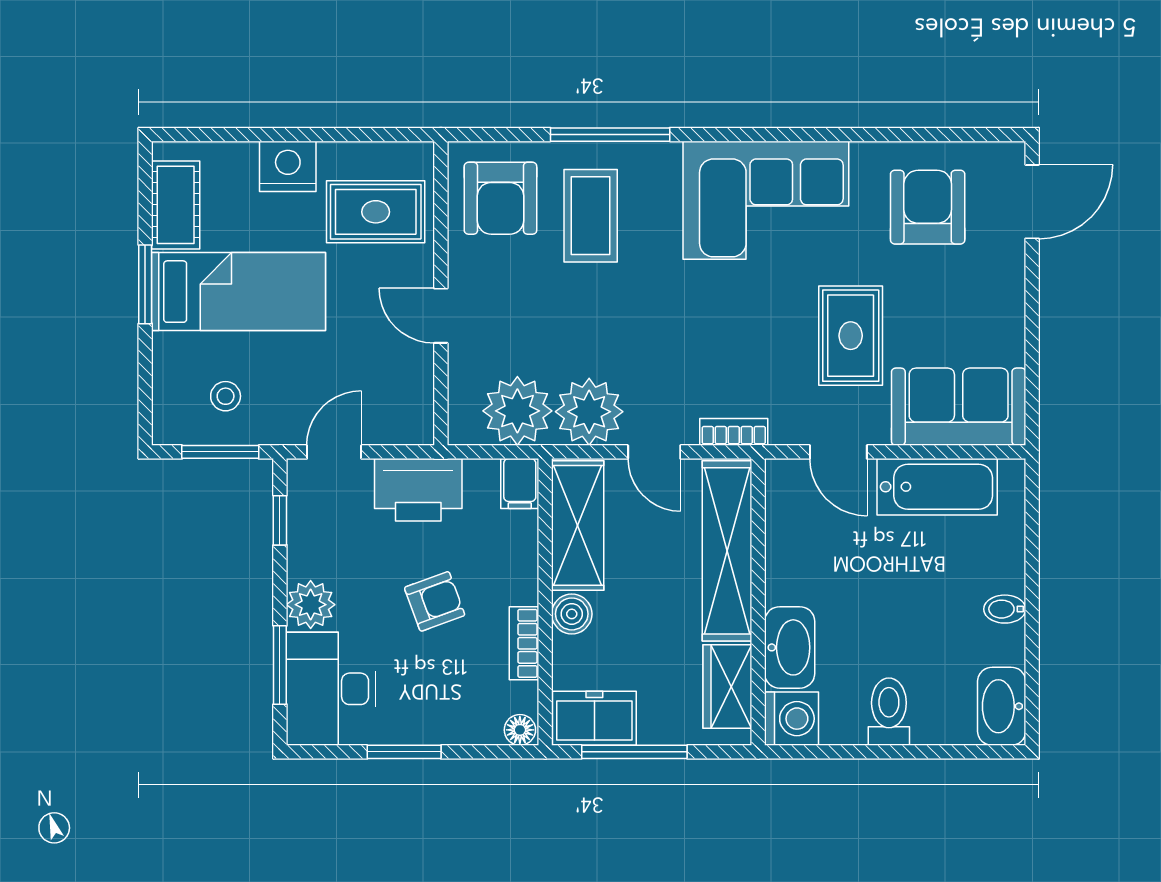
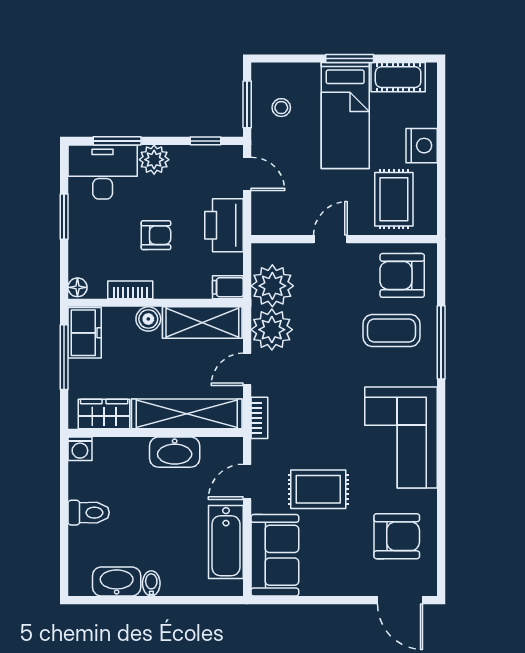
armchair: (435, 601) -> (156, 235), turned -70
washbasin: (790, 647) -> (175, 452), moved
washbasin: (1002, 706) -> (117, 581), moved
washing machine: (792, 719) -> (80, 449), width x0.73, depth x0.73

